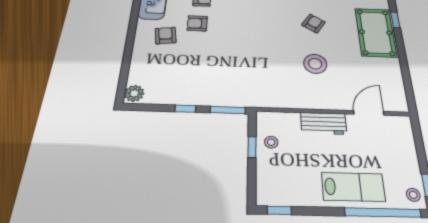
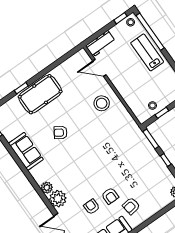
stool: (315, 64) -> (102, 103), moved
workbench: (324, 123) -> (100, 44), moved, turned 90

